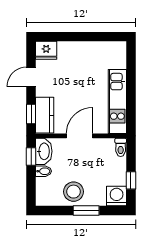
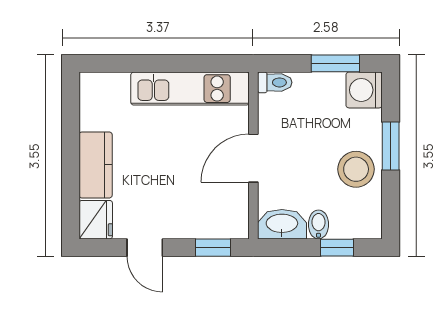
kitchen counter: (45, 115) -> (96, 165), moved, turned 90
door: (80, 136) -> (253, 158), hinge flipped
window: (31, 156) -> (337, 248), moved
window: (131, 180) -> (335, 63), width x1.50

